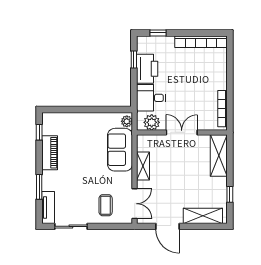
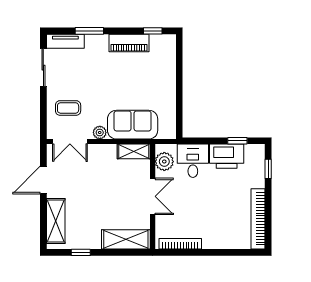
plant: (127, 121) -> (100, 133), moved
shelving: (143, 166) -> (134, 151), moved

